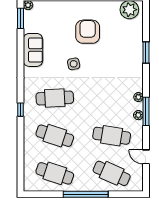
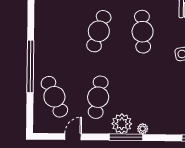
plant: (138, 115) -> (122, 124), width x1.88, depth x1.88
cafe table: (55, 173) -> (55, 31), removed
cafe table: (112, 173) -> (54, 97), turned -48

